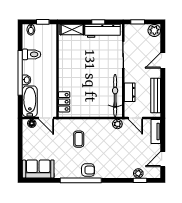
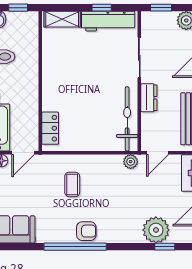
dresser: (130, 92) -> (149, 98), moved
door: (46, 118) -> (23, 153), hinge flipped
door: (135, 118) -> (158, 153), hinge flipped
plant: (138, 173) -> (156, 230), width x1.87, depth x1.87

